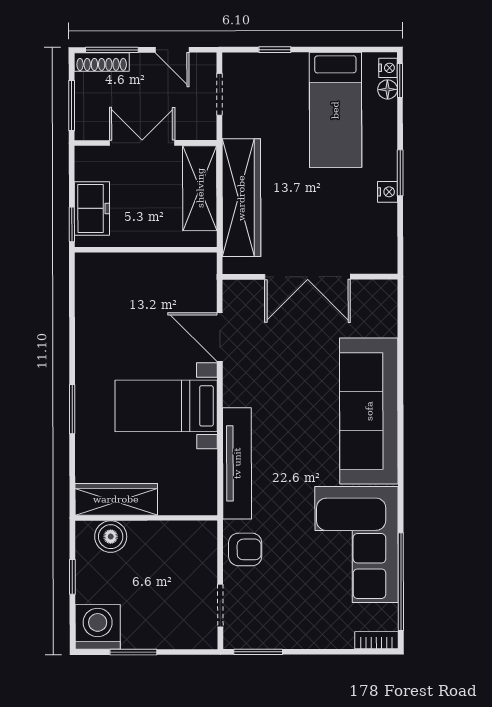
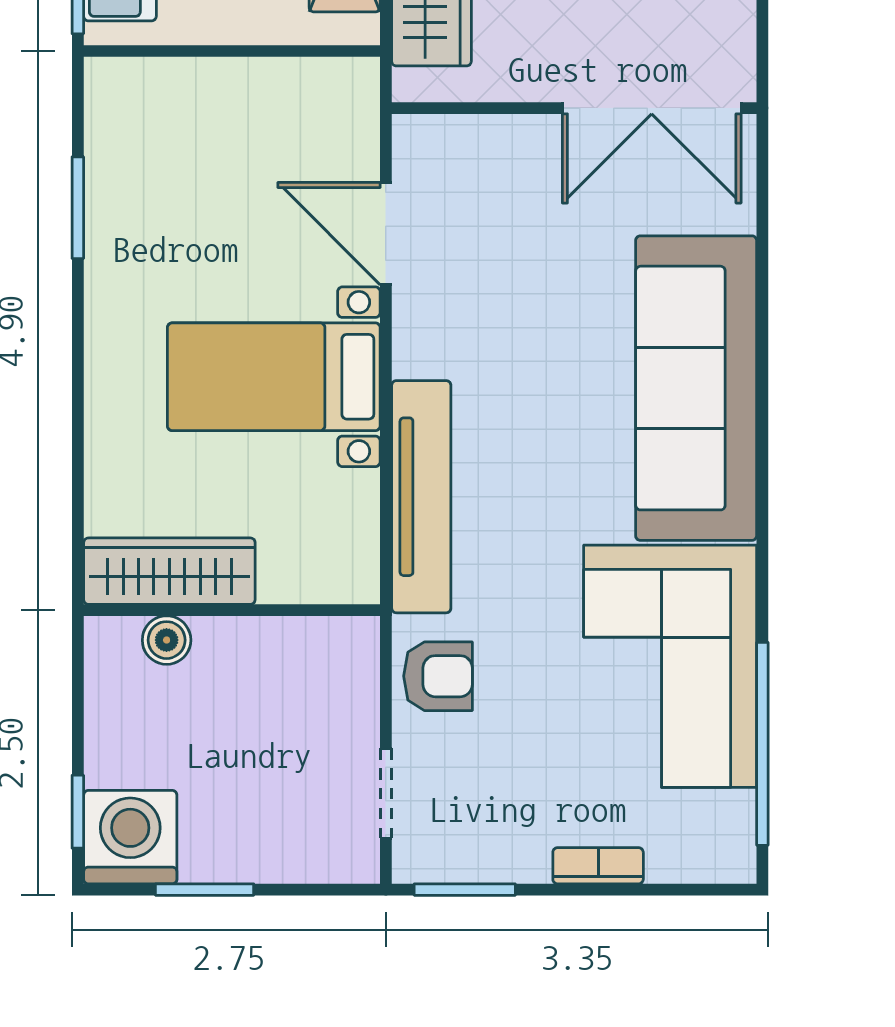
double door: (308, 277) -> (652, 108), moved
window: (72, 409) -> (78, 208), moved
boiler: (111, 537) -> (167, 640), width x0.73, depth x0.73
window: (72, 577) -> (78, 812), moved
bookcase: (376, 640) -> (598, 866), moved

